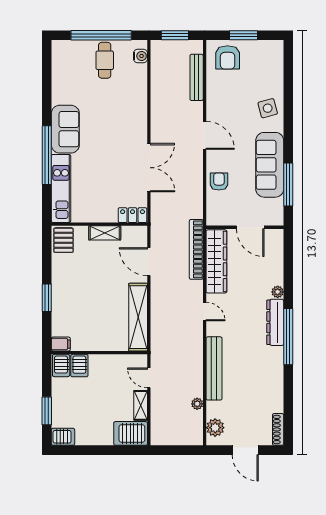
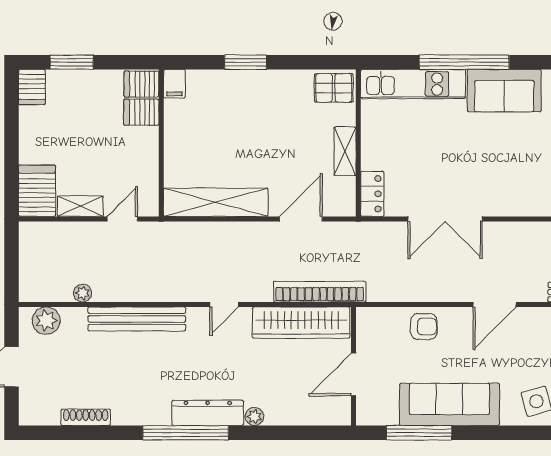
shoe rack: (278, 429) -> (86, 417), moved

